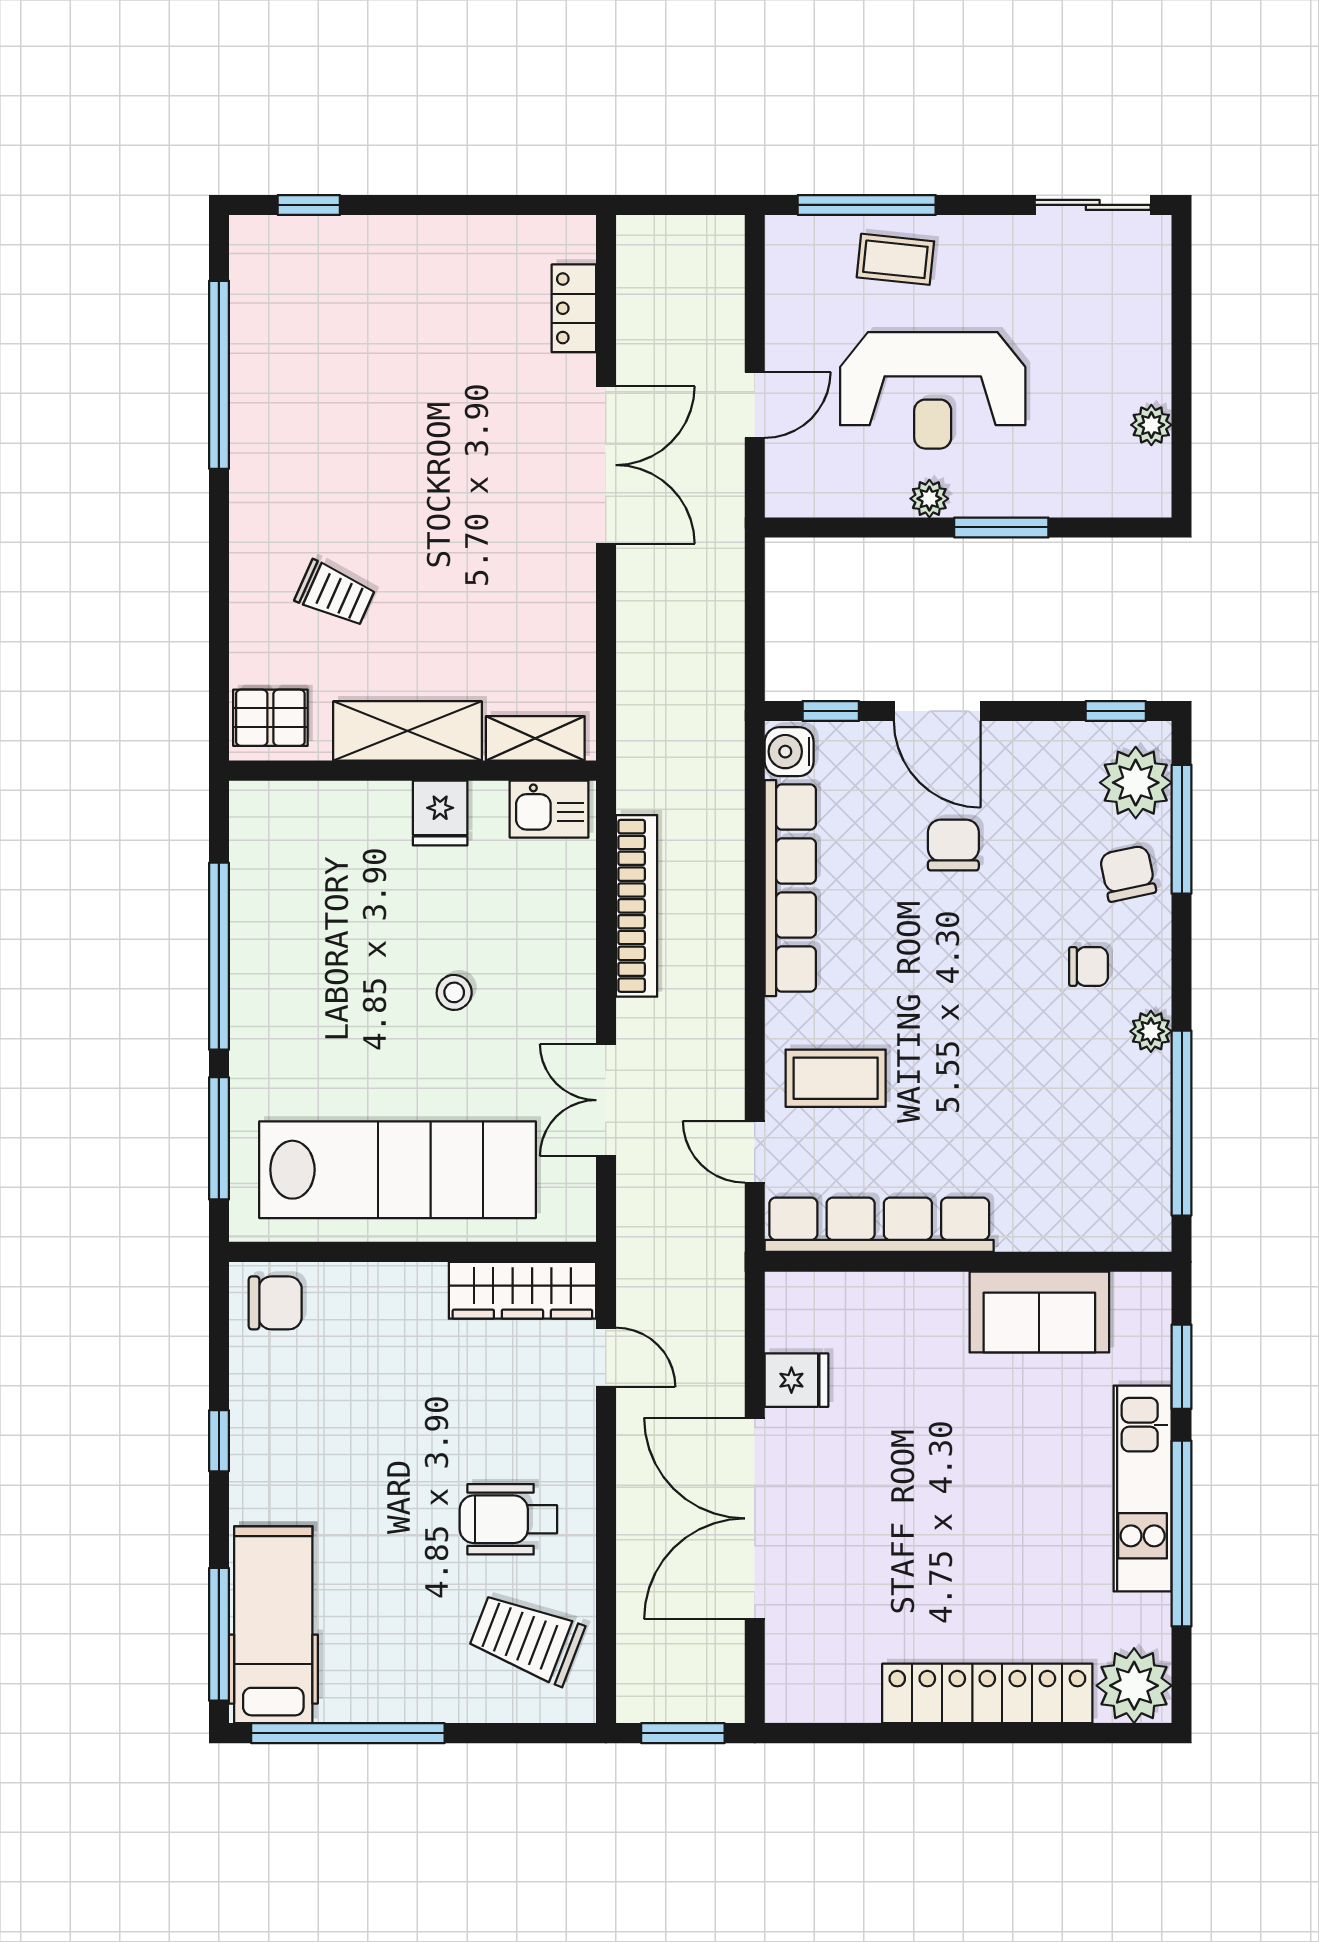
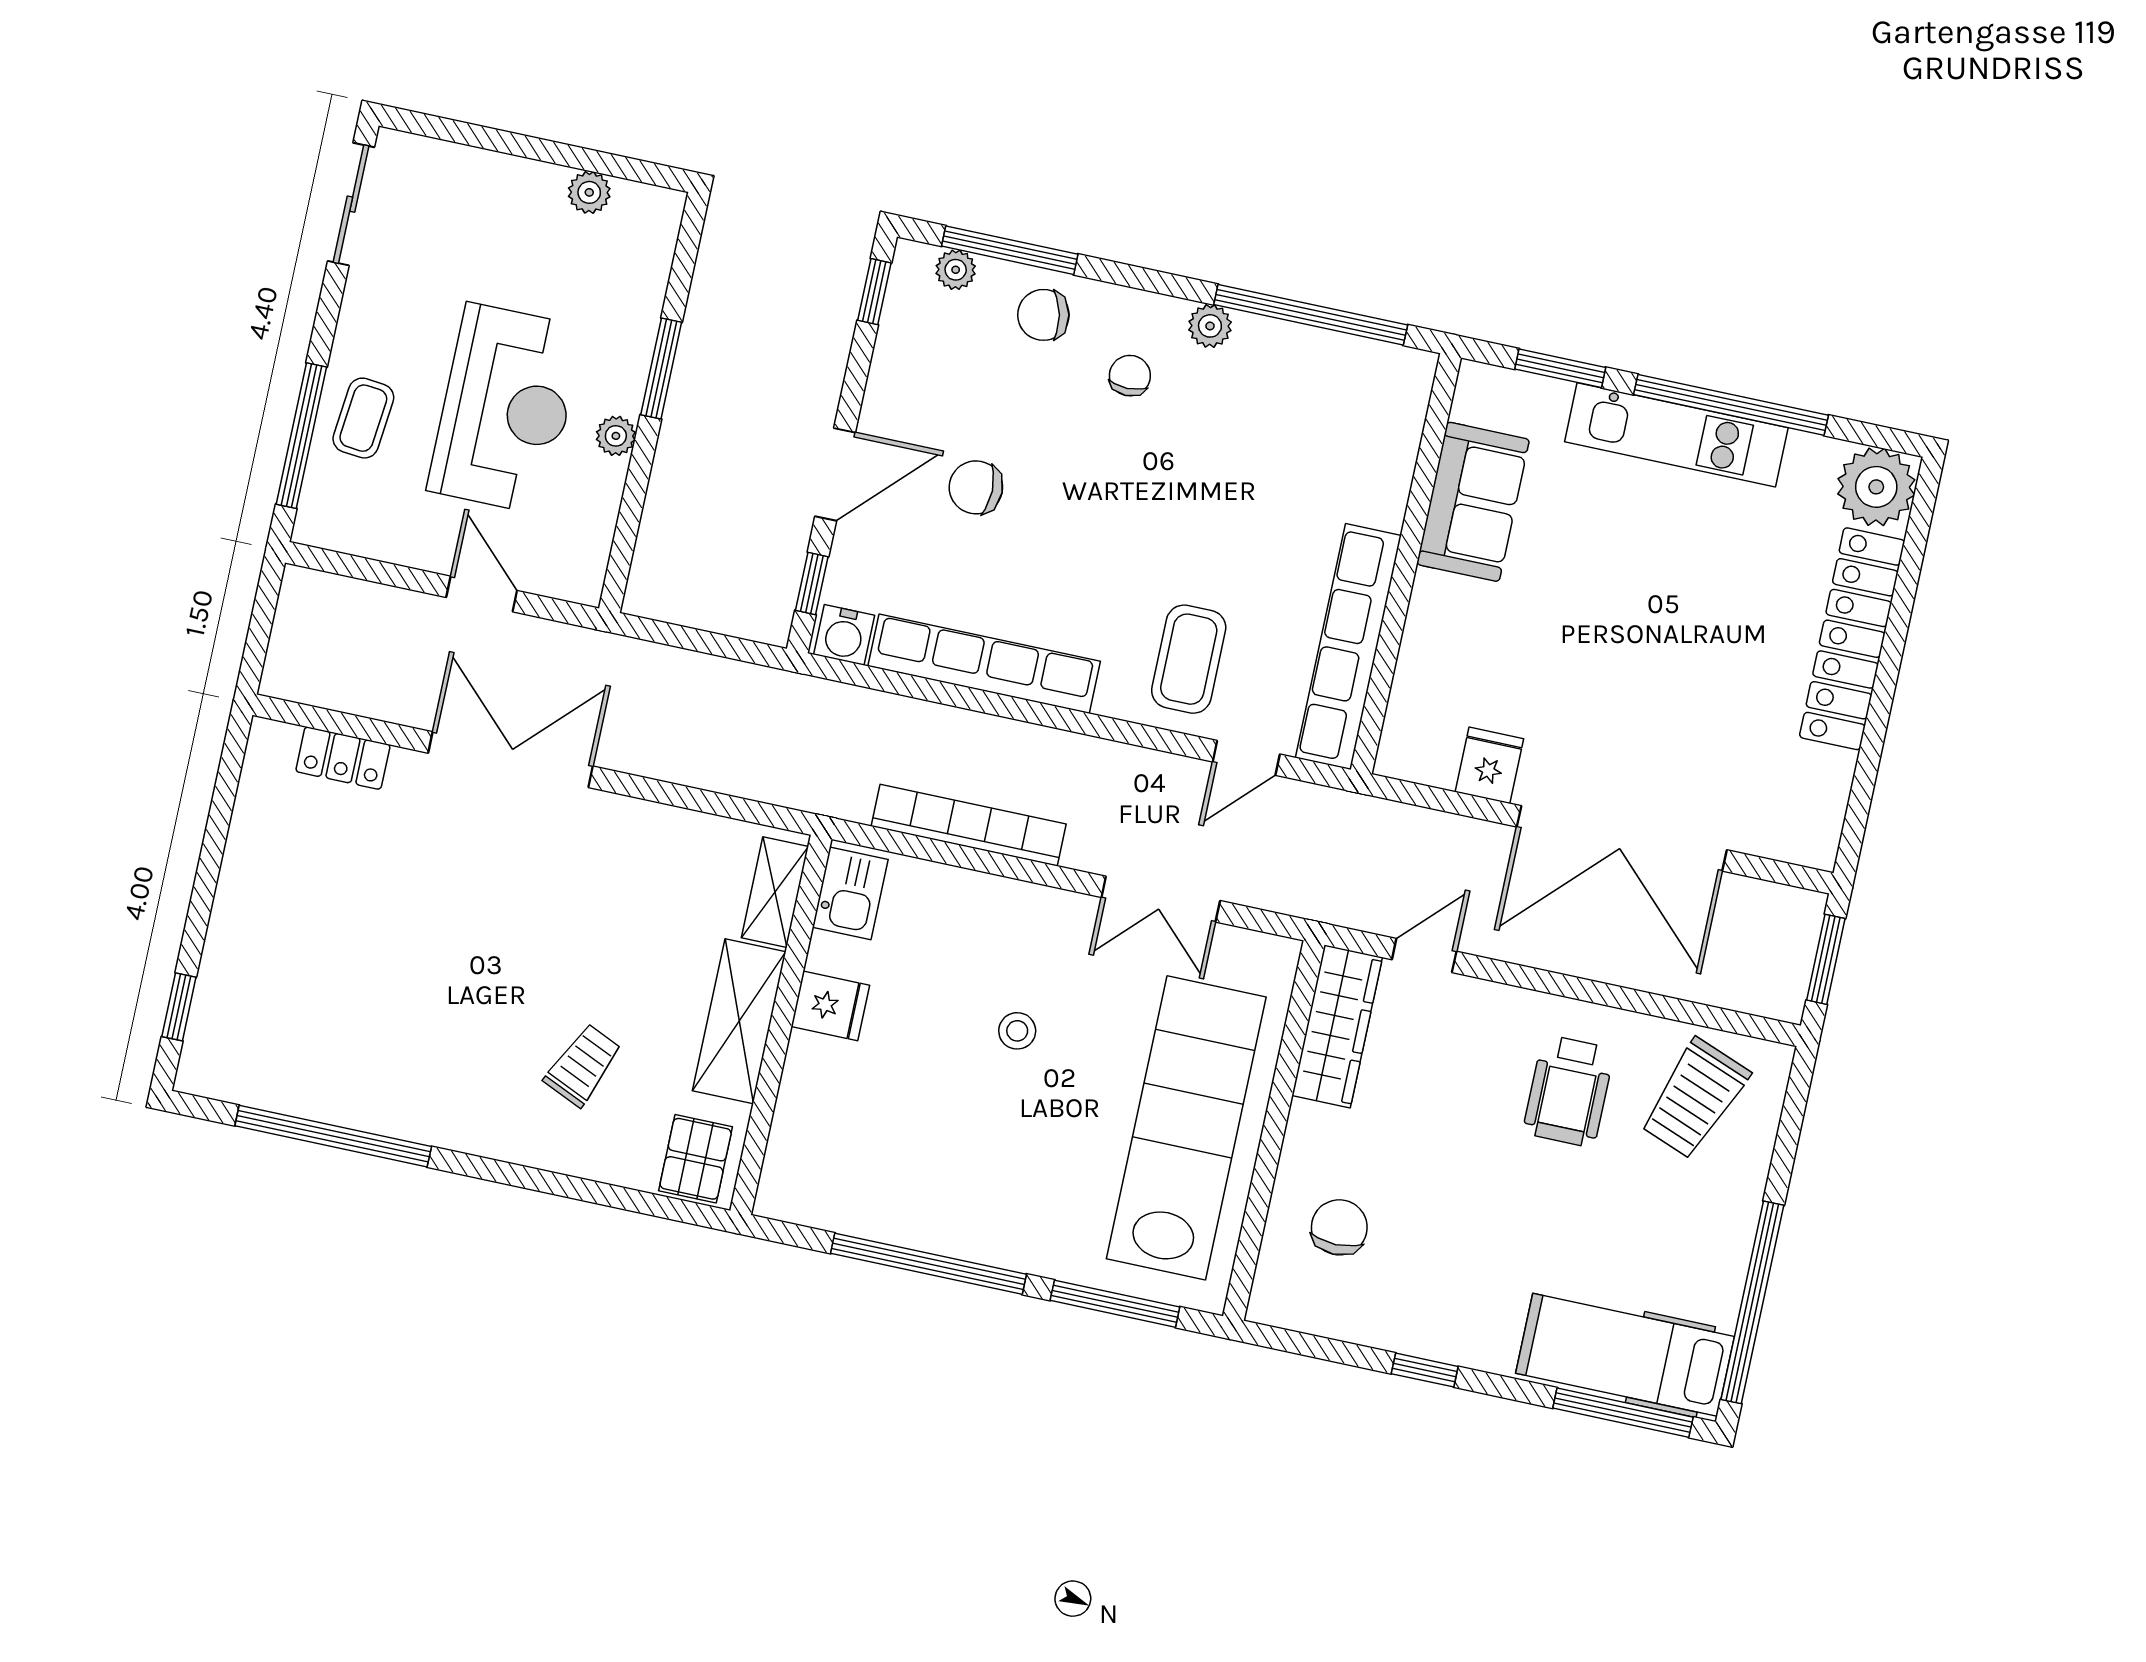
plant: (1136, 783) -> (956, 270), width x0.53, depth x0.53
chair: (275, 1303) -> (1339, 1227), moved

